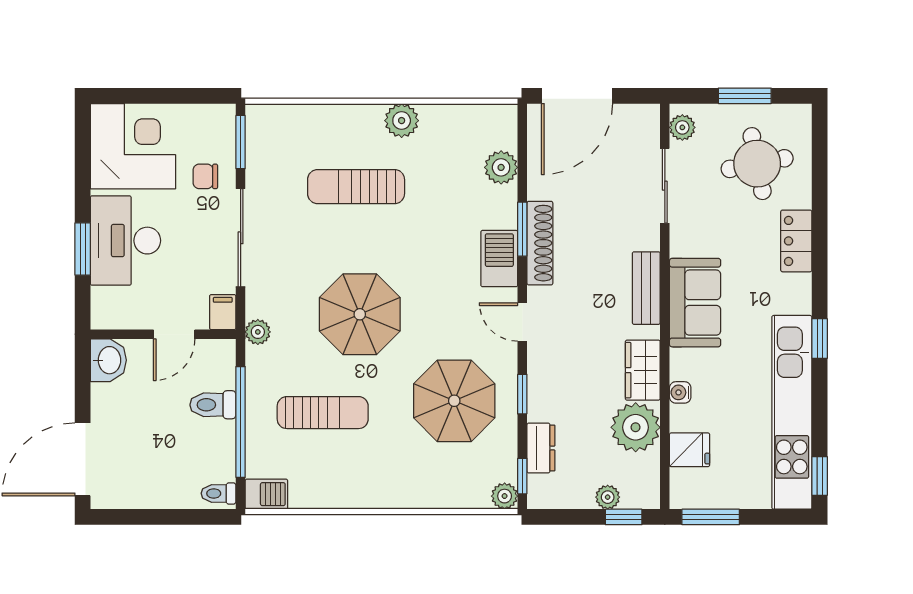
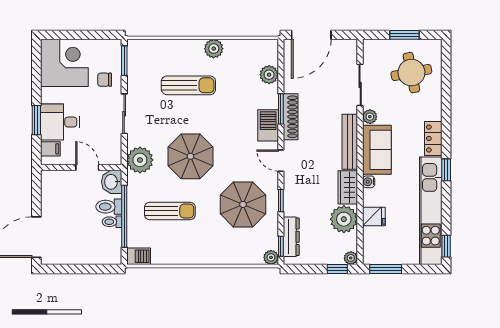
plant: (682, 127) -> (370, 117), moved
sun lounger: (356, 187) -> (188, 85), turned 180
sliding door: (241, 238) -> (124, 114), width x0.73
desk: (126, 241) -> (60, 122), width x0.73
locker: (796, 241) -> (433, 138), moved
bench: (646, 288) -> (350, 142), width x1.36
filing cabinet: (223, 312) -> (50, 149), moved, turned 90
plant: (258, 332) -> (140, 160), width x1.87, depth x1.87
door: (174, 334) -> (87, 167), swing flipped
washbasin: (108, 360) -> (112, 182), moved, turned 180
water cooler: (680, 392) -> (369, 182), moved
dresser: (541, 448) -> (291, 237), width x1.44
fridge: (690, 450) -> (374, 217), moved
toilet: (219, 493) -> (112, 222), moved
plant: (608, 497) -> (351, 258), moved

